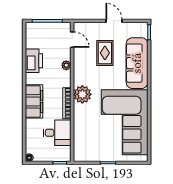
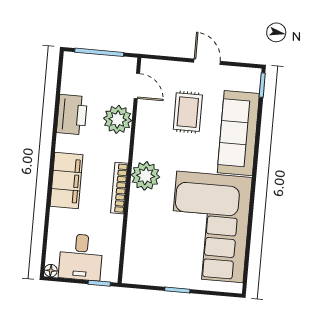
plant: (66, 65) -> (118, 119), width x1.87, depth x1.87
desk: (57, 133) -> (81, 257), moved, turned 90

